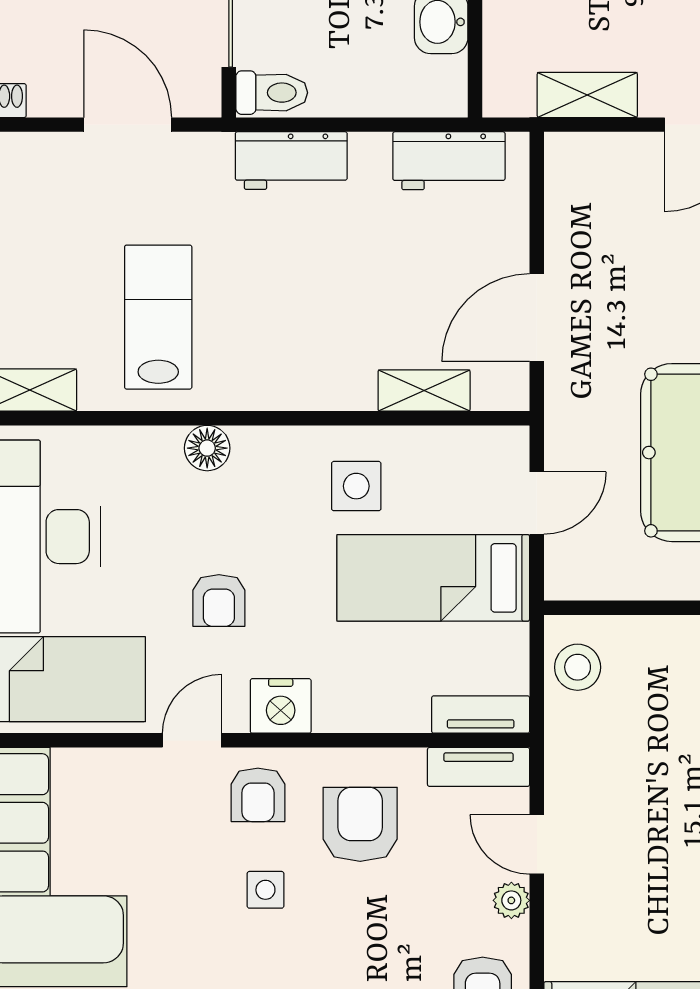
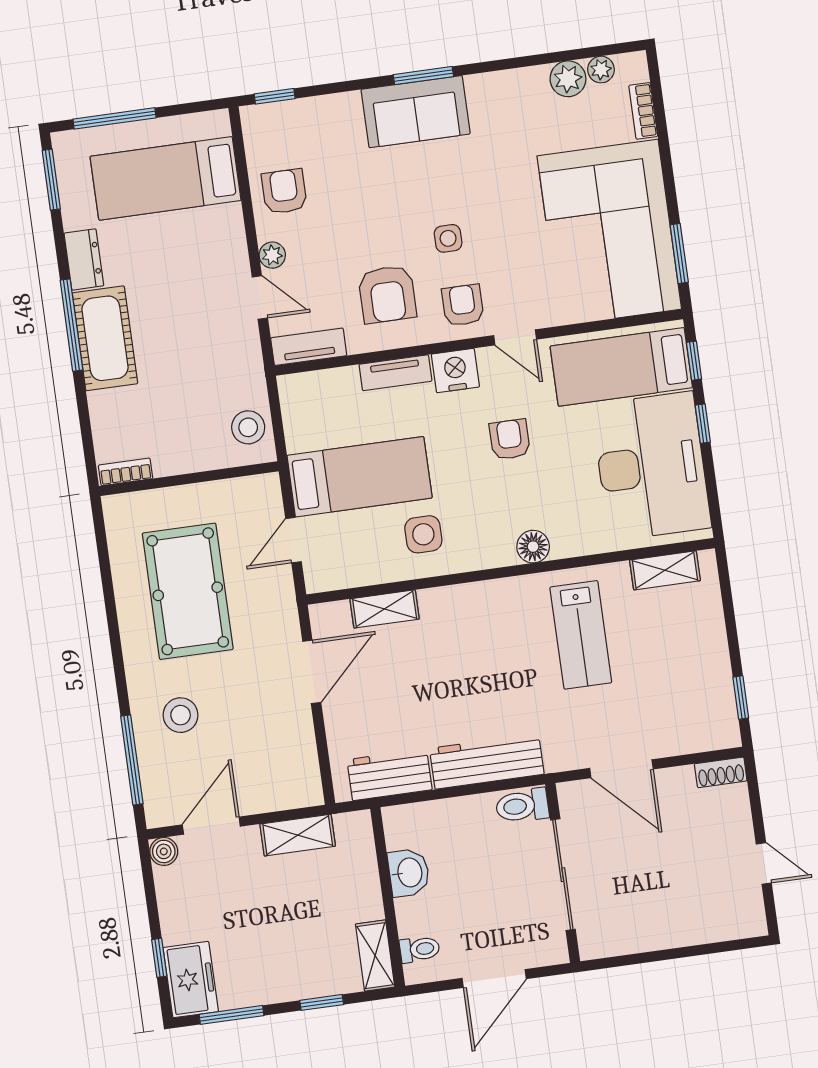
workbench: (291, 161) -> (487, 761), width x1.38
tv unit: (481, 715) -> (395, 373), moved
door: (192, 740) -> (515, 337), hinge flipped

